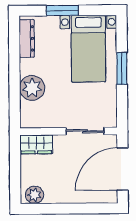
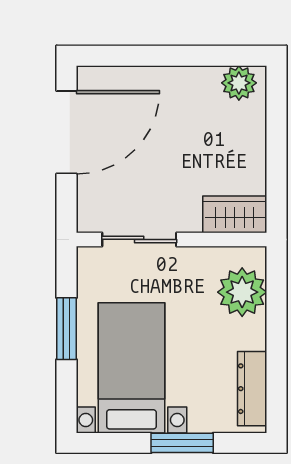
wall: (69, 131) -> (171, 239), moved
sliding door: (85, 131) -> (139, 239), moved
wardrobe: (36, 144) -> (235, 214), moved

